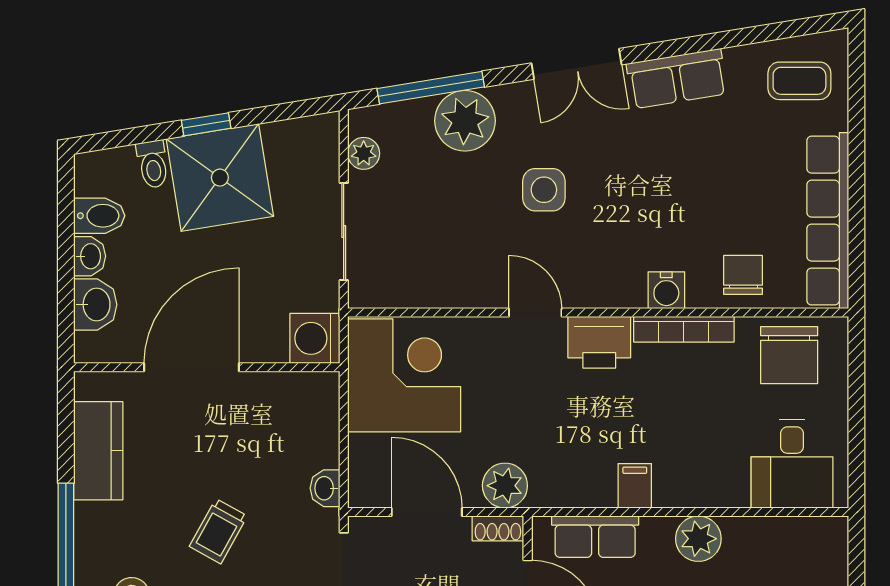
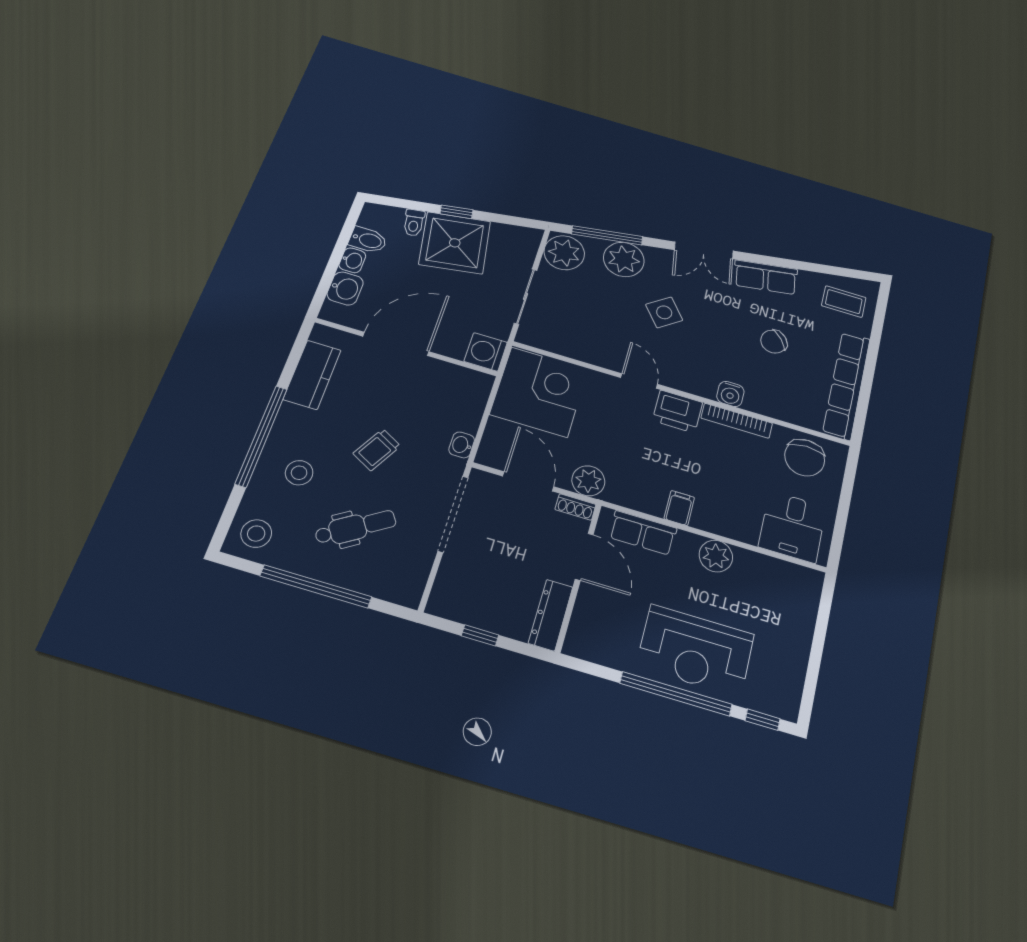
plant: (364, 153) -> (564, 253), width x1.88, depth x1.88
side table: (544, 190) -> (664, 312), turned -37
chair: (743, 275) -> (774, 342), moved, turned -129

